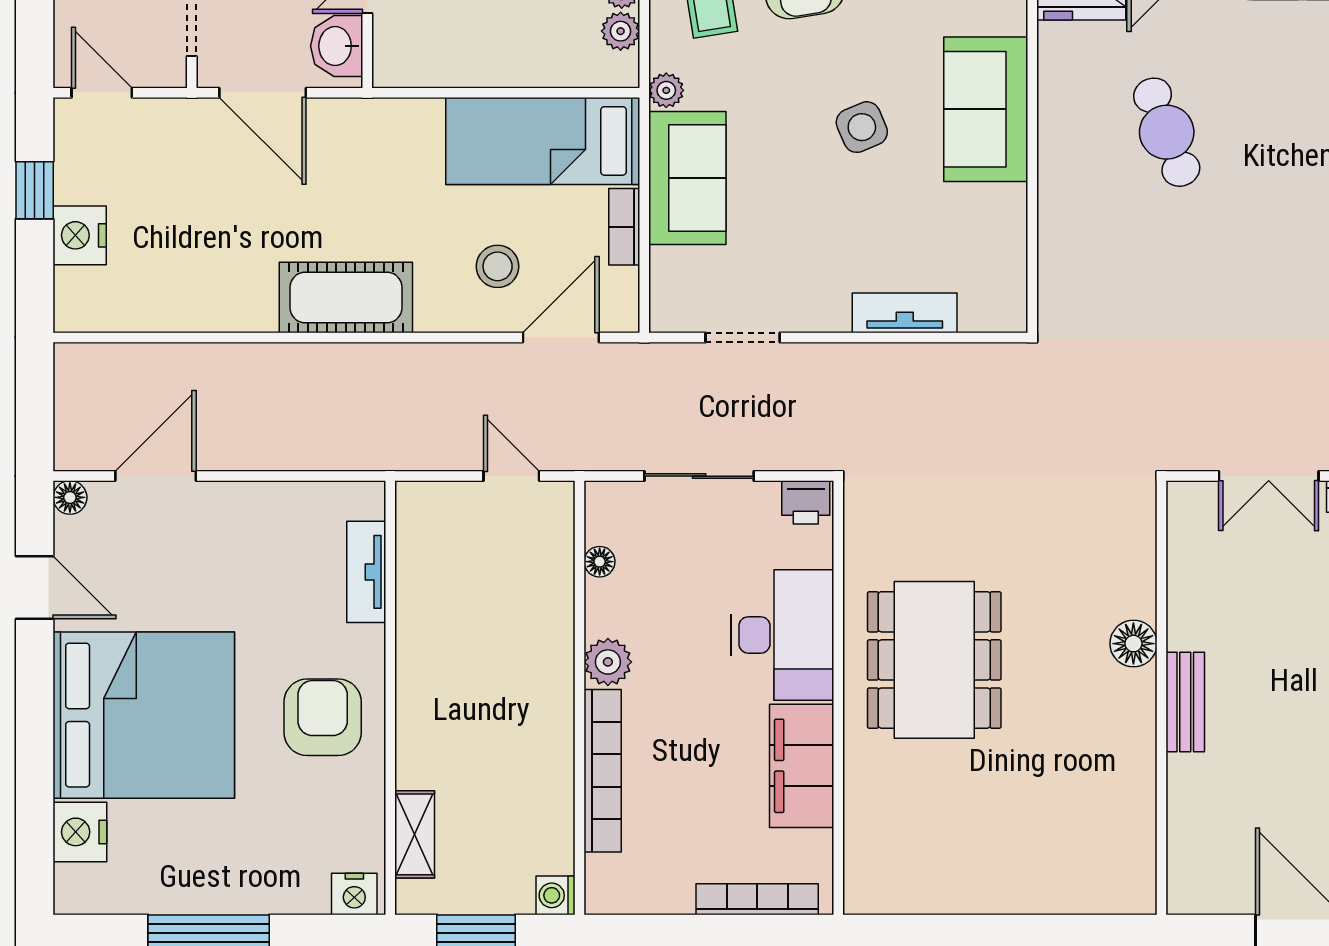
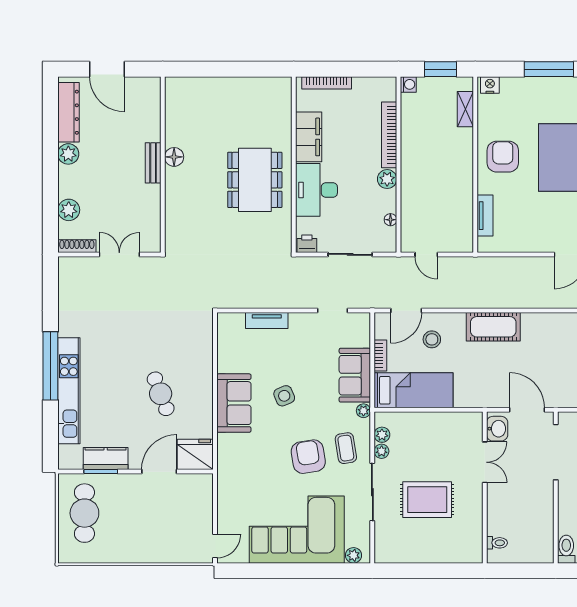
floor lamp: (1133, 644) -> (174, 157), moved
armchair: (323, 717) -> (503, 157), turned 180

